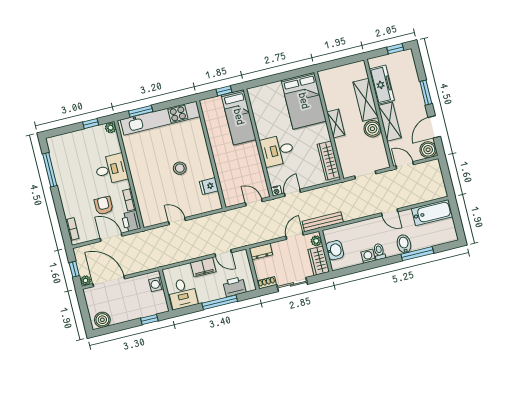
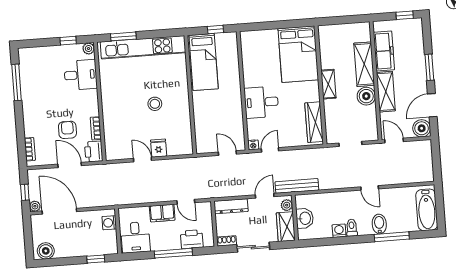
bed: (239, 117) -> (204, 62), moved
desk: (111, 169) -> (81, 75), moved
fridge: (209, 186) -> (159, 148), moved, turned 90
bathtub: (432, 213) -> (427, 210), moved, turned 90
dresser: (261, 252) -> (231, 206), width x1.44

